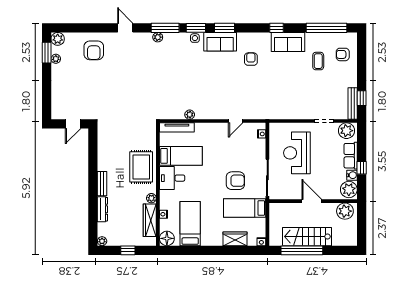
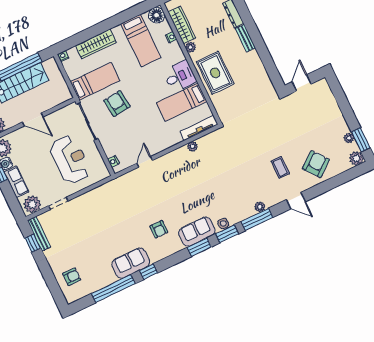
window: (327, 28) -> (113, 289), moved
armchair: (94, 50) -> (316, 164), turned 52
coffee table: (318, 61) -> (280, 167), moved
armchair: (235, 181) -> (117, 104), turned 83
wardrobe: (235, 239) -> (96, 44), width x1.50

